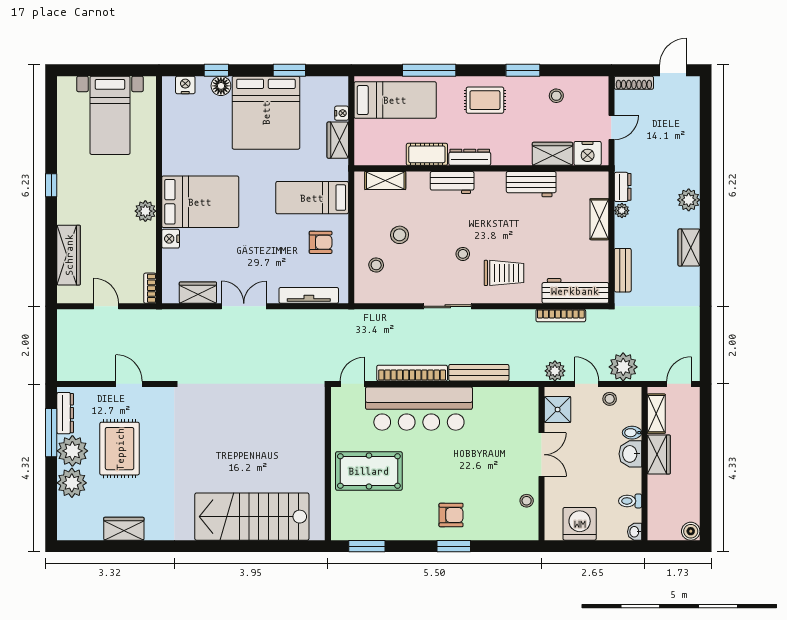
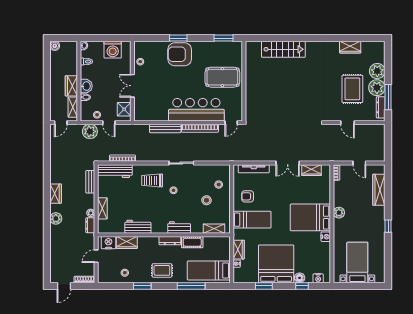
nightstand: (171, 239) -> (326, 237), moved
plant: (555, 371) -> (125, 129), removed
armchair: (451, 515) -> (180, 54), width x1.88, depth x1.88
stairs: (252, 517) -> (283, 49), width x0.73, depth x0.66

